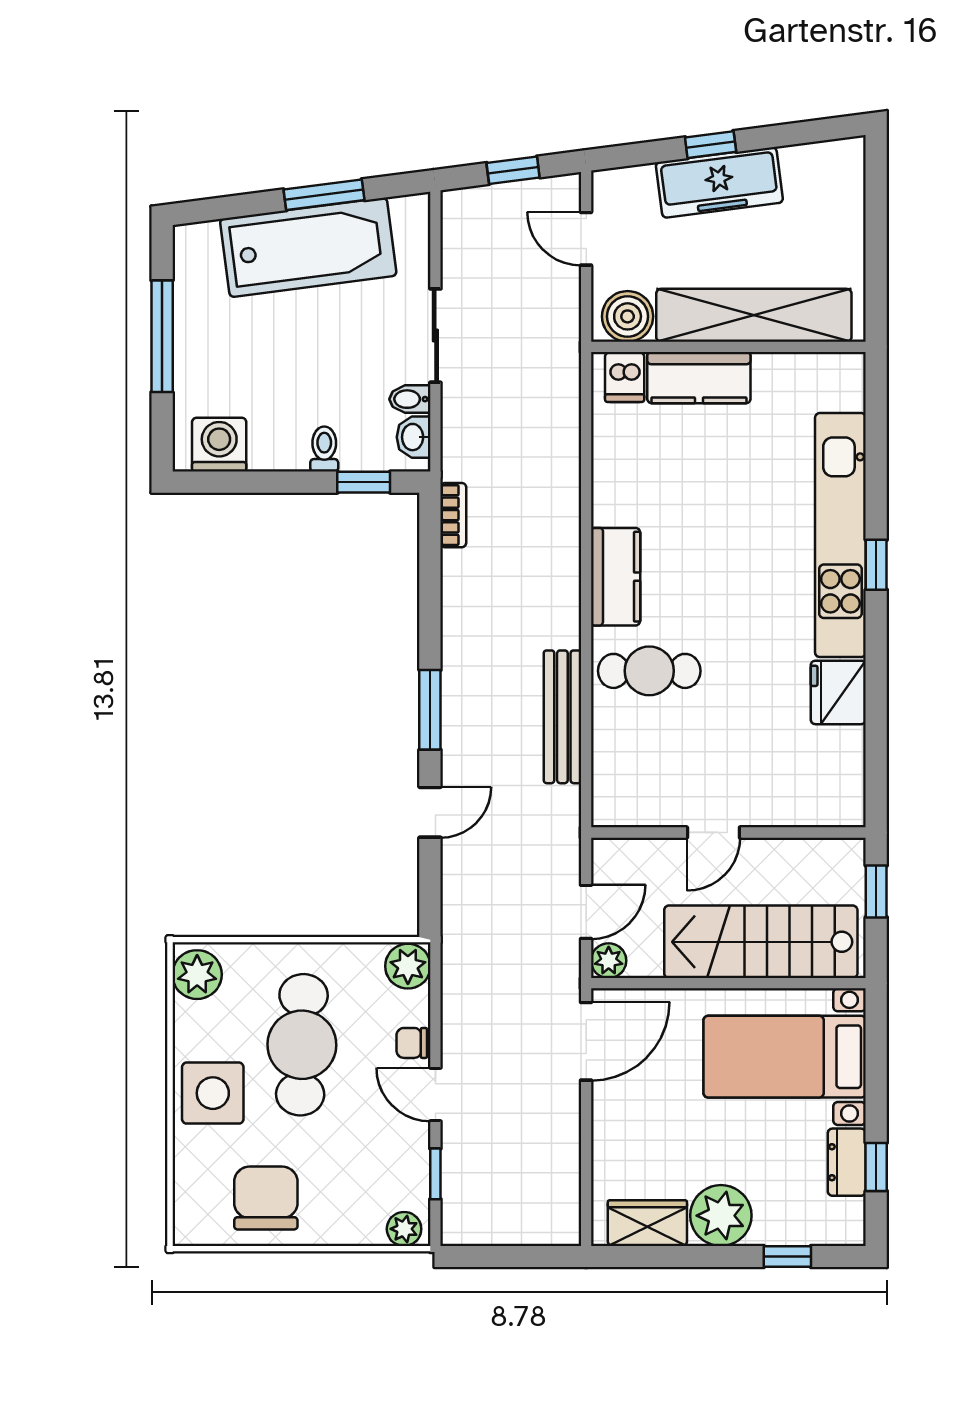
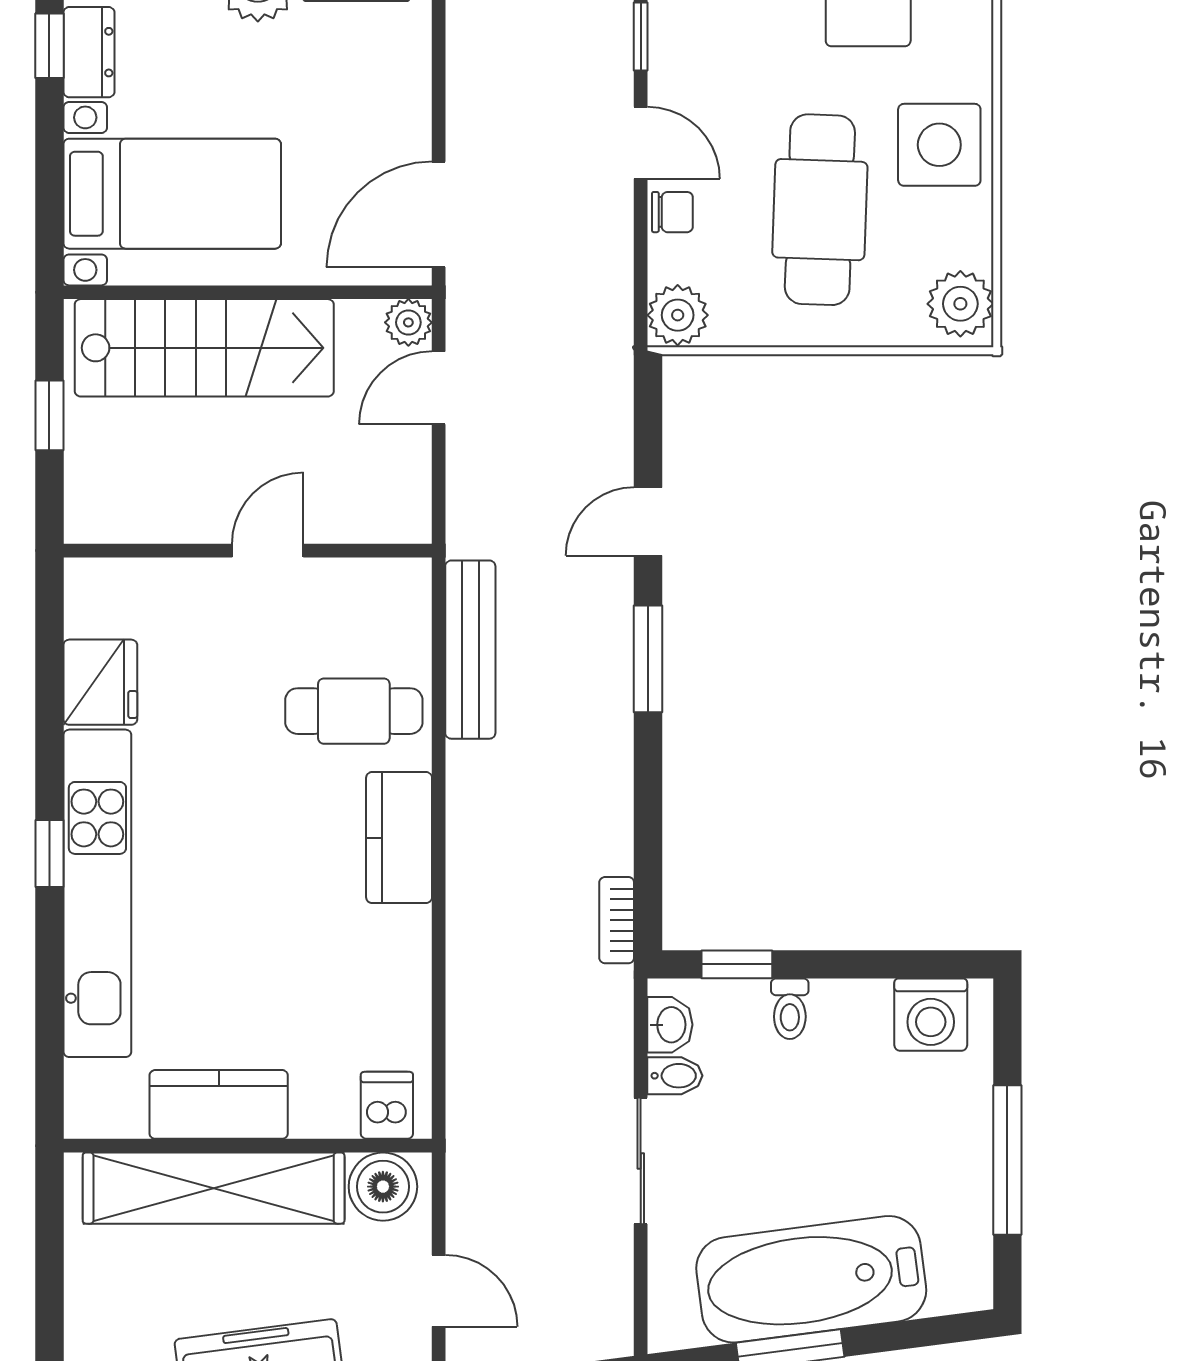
kitchen counter: (699, 378) -> (219, 1104), moved
door: (713, 832) -> (268, 551), moved
wall: (728, 832) -> (248, 551), moved

